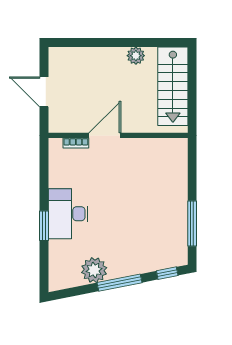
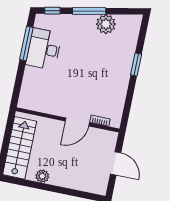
desk: (68, 214) -> (44, 49), moved, turned 180

